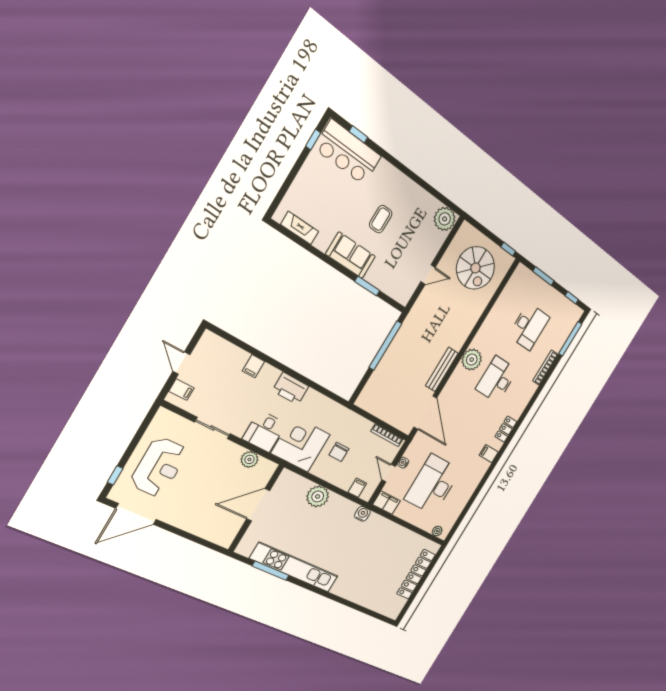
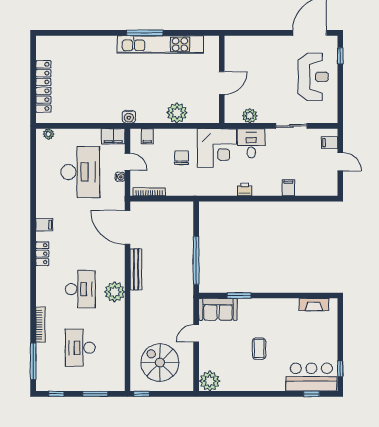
sofa: (351, 255) -> (218, 309), moved
printer: (291, 389) -> (245, 189), width x0.53, depth x0.68
reception desk: (159, 467) -> (313, 77), turned 180
door: (258, 505) -> (222, 83), width x0.73
window: (271, 571) -> (145, 33), moved

